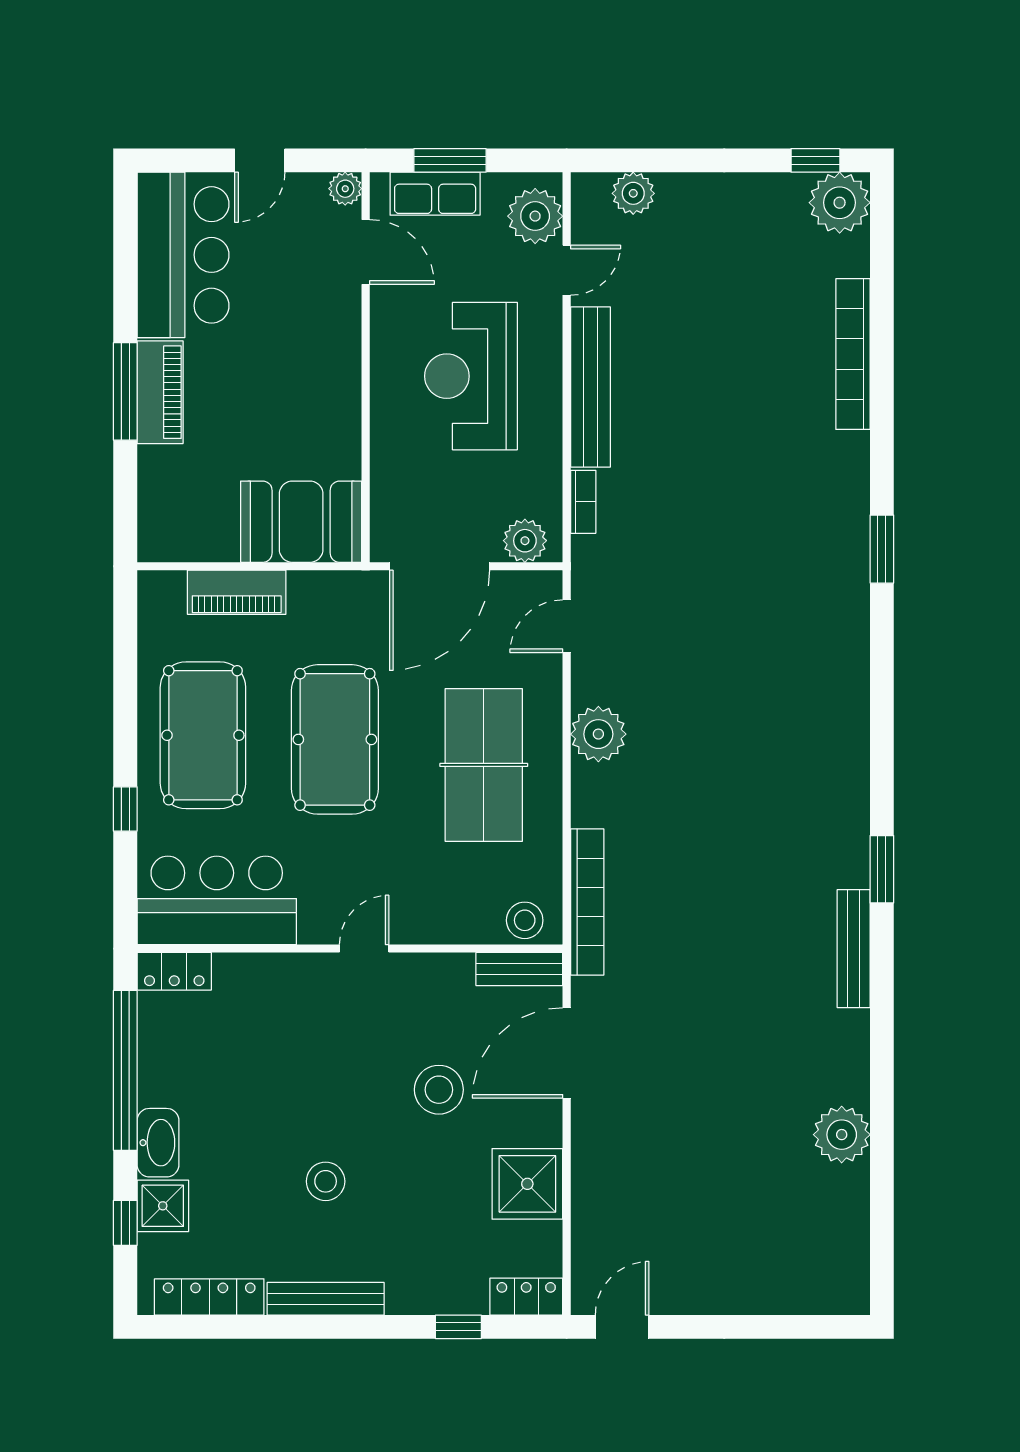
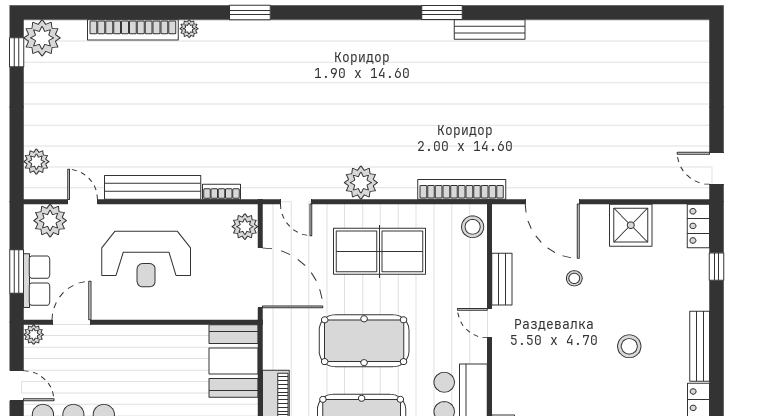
bench: (519, 969) -> (502, 279), moved
stool: (439, 1090) -> (574, 278), width x0.53, depth x0.53
plant: (842, 1135) -> (189, 29), moved, width x0.53, depth x0.53

